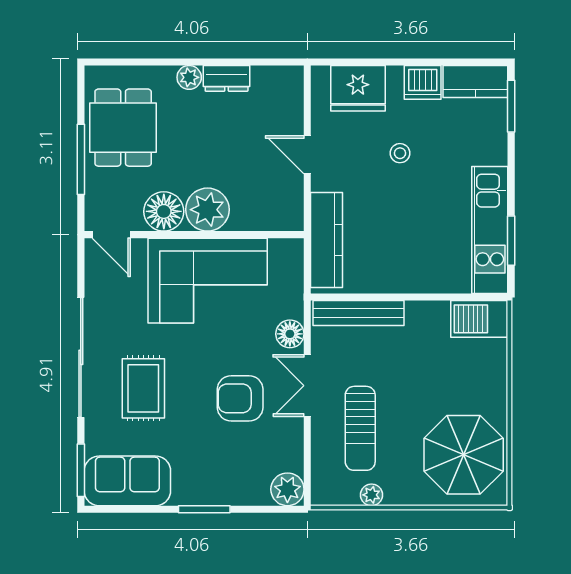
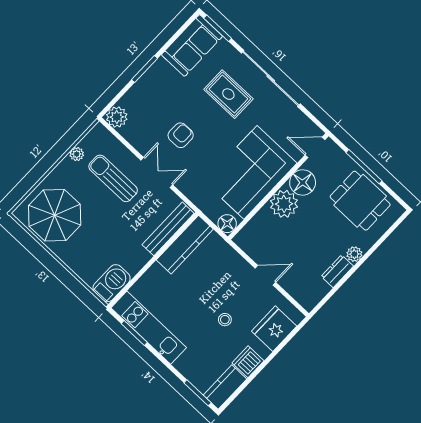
kitchen counter: (327, 240) -> (185, 245), moved, turned -90
floor lamp: (290, 334) -> (227, 224), moved
armchair: (240, 398) -> (181, 135), width x0.72, depth x0.72

